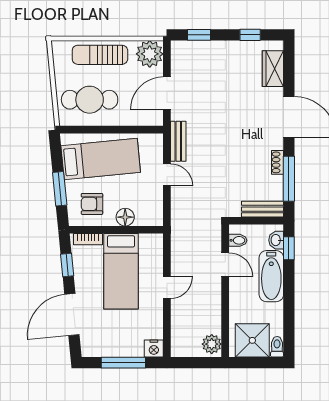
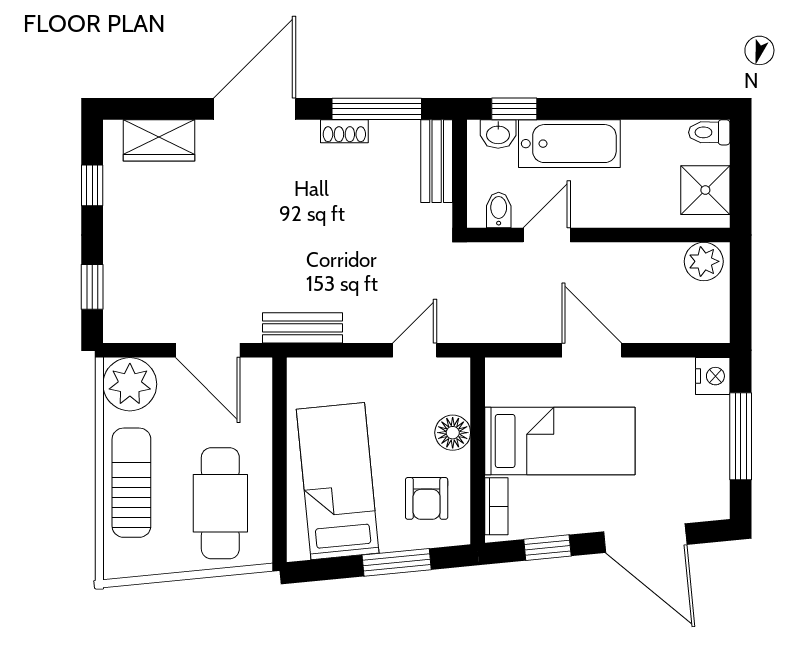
sun lounger: (100, 55) -> (131, 483), turned 180
door: (167, 175) -> (415, 350), moved
door: (167, 287) -> (592, 350), width x1.38
shower: (252, 340) -> (705, 190), width x0.73, depth x0.73

